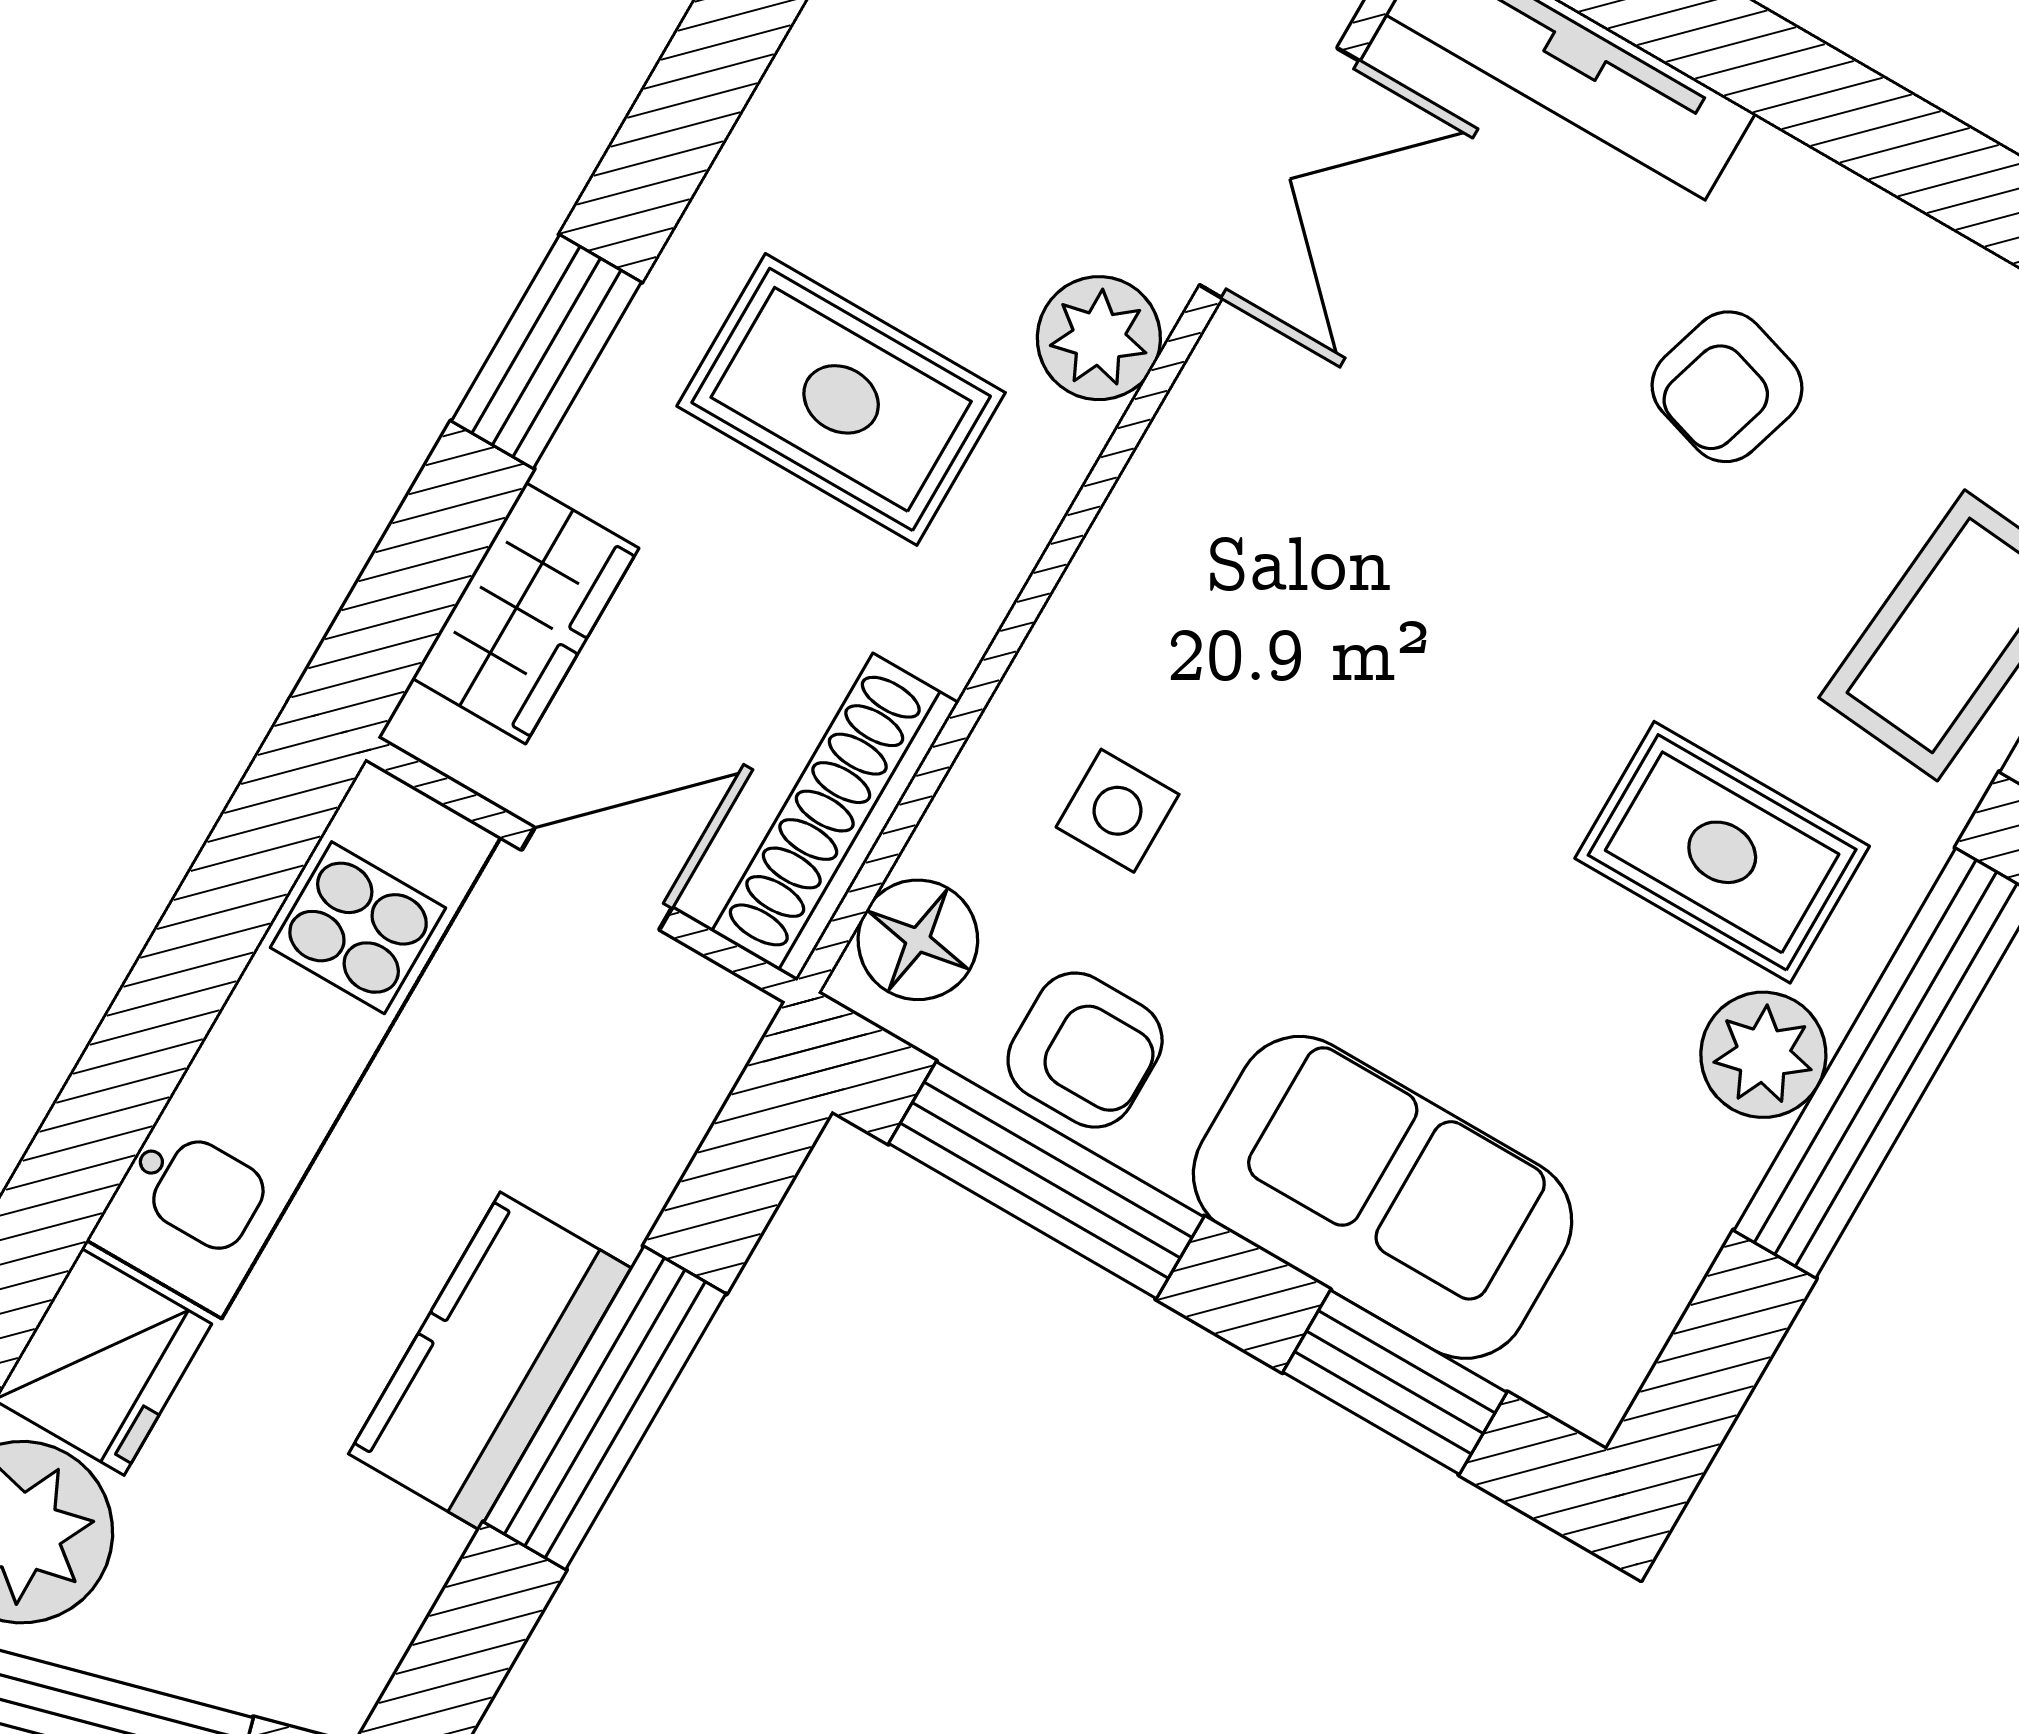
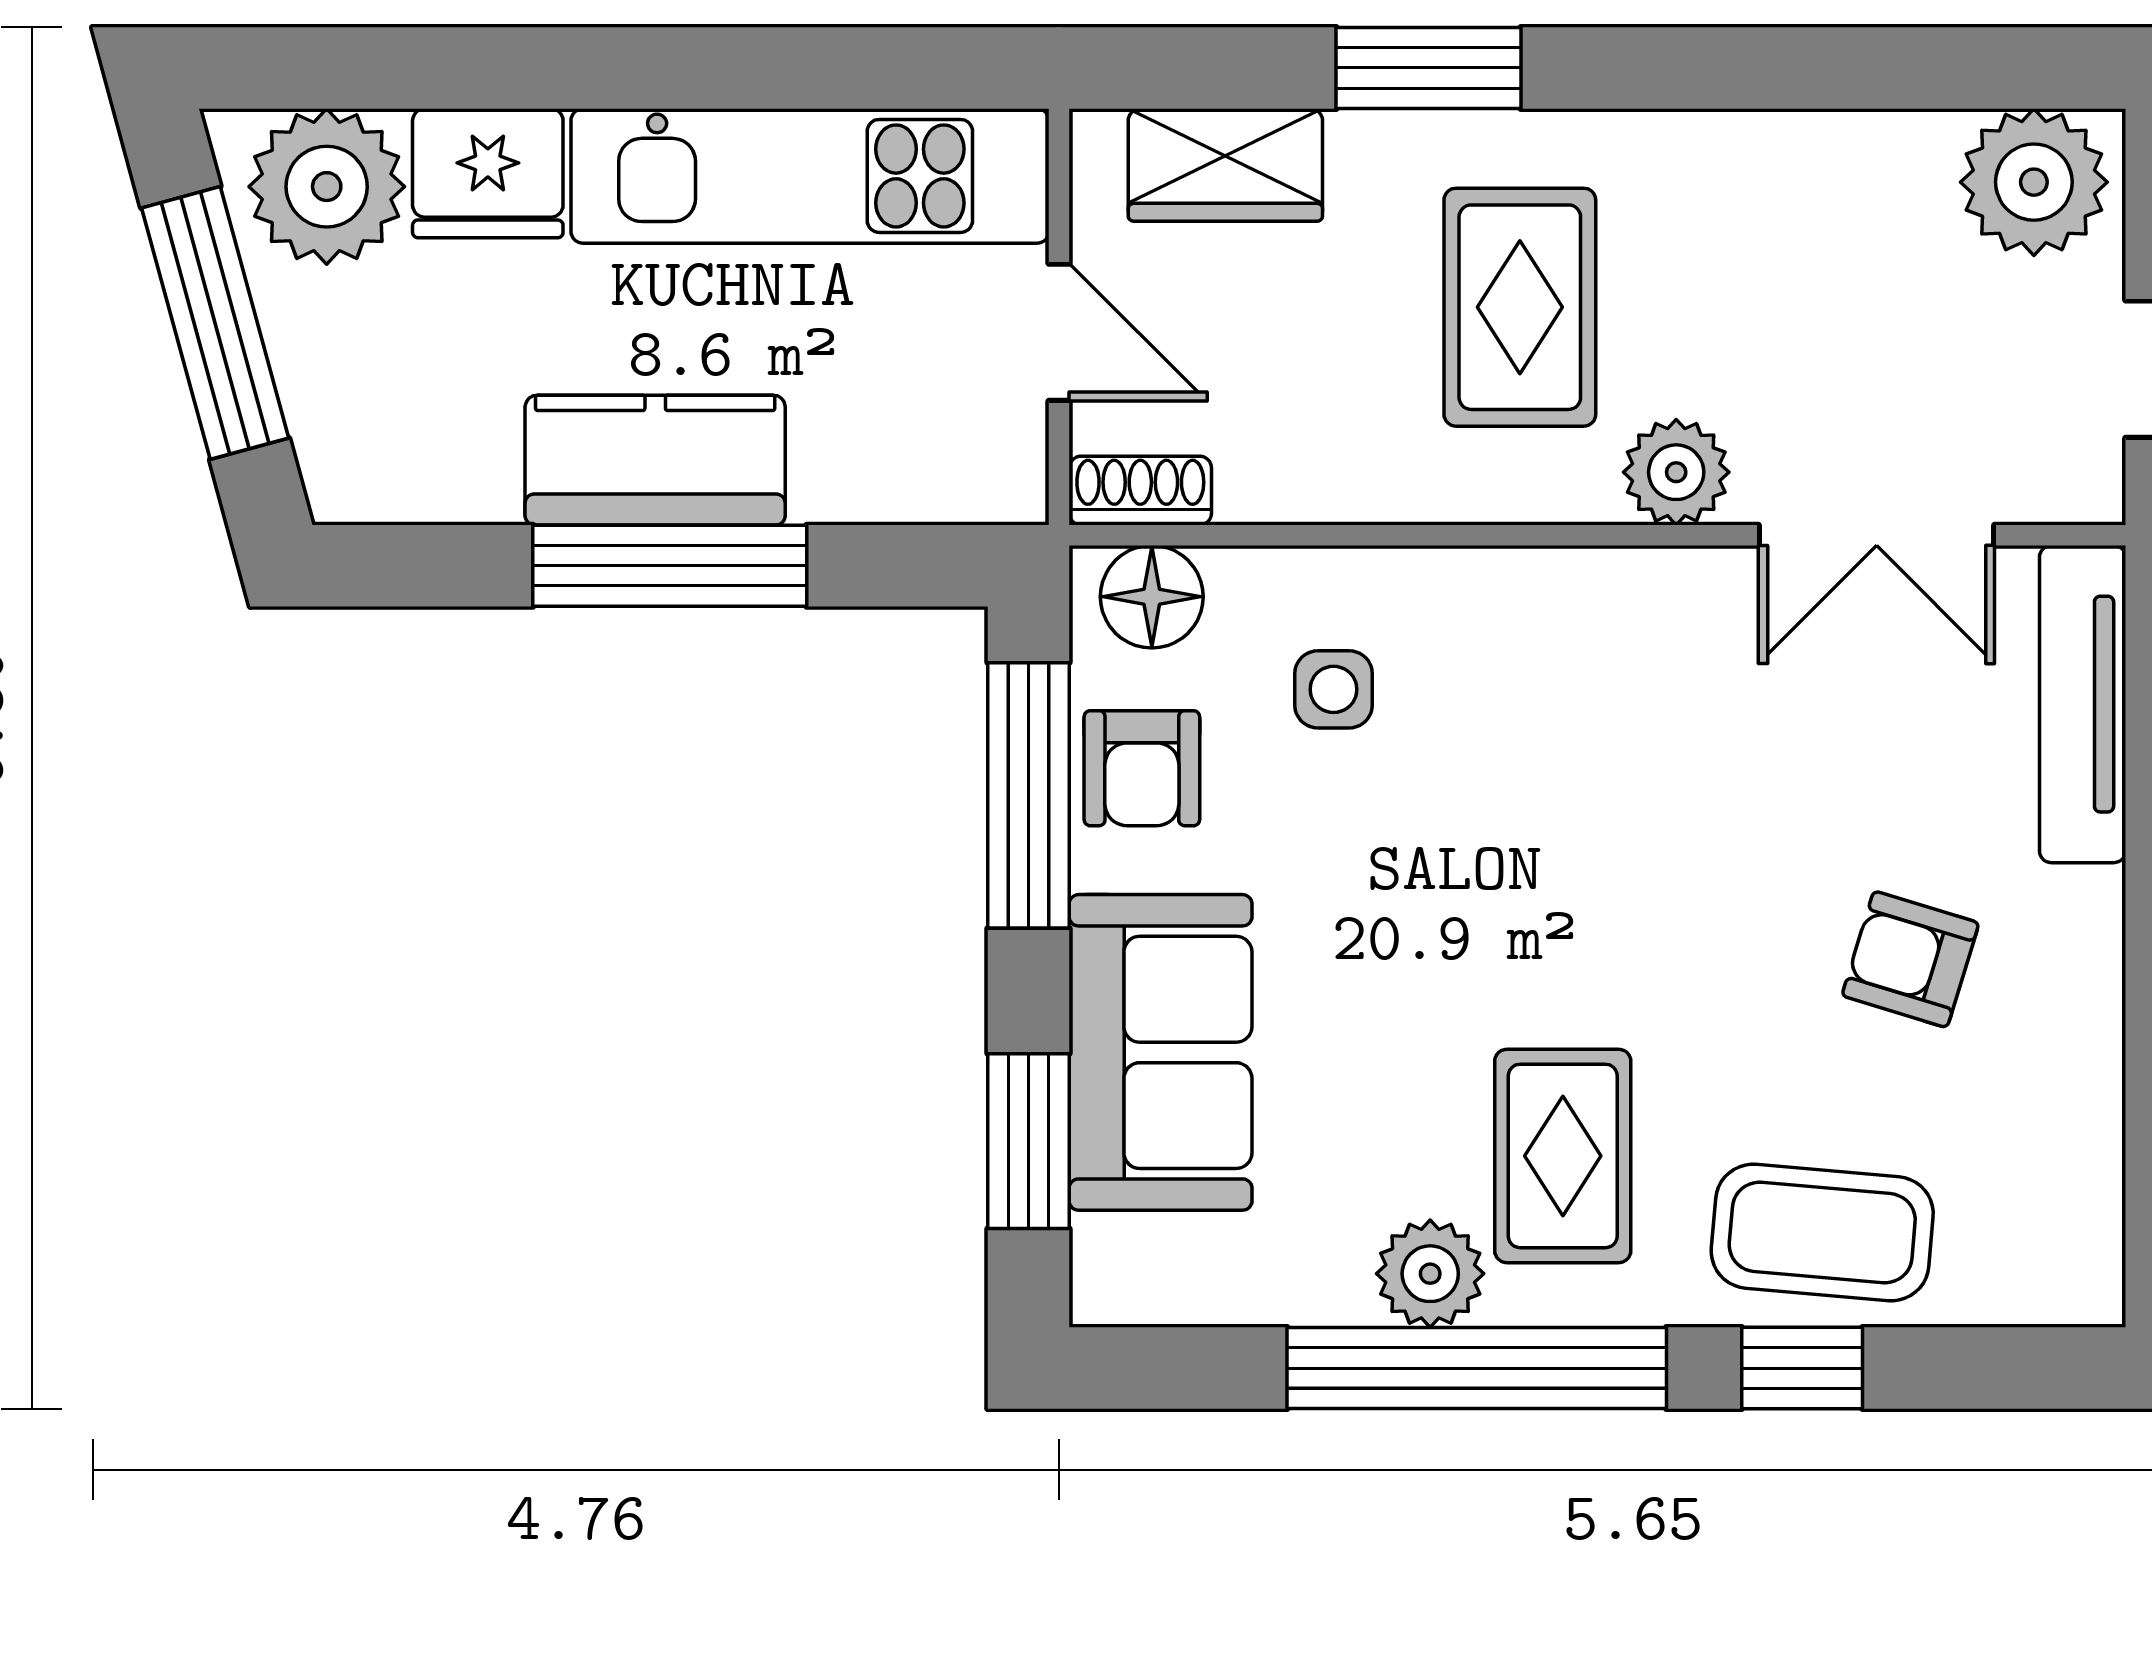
shoe rack: (835, 817) -> (1140, 491), width x0.51, depth x0.81

